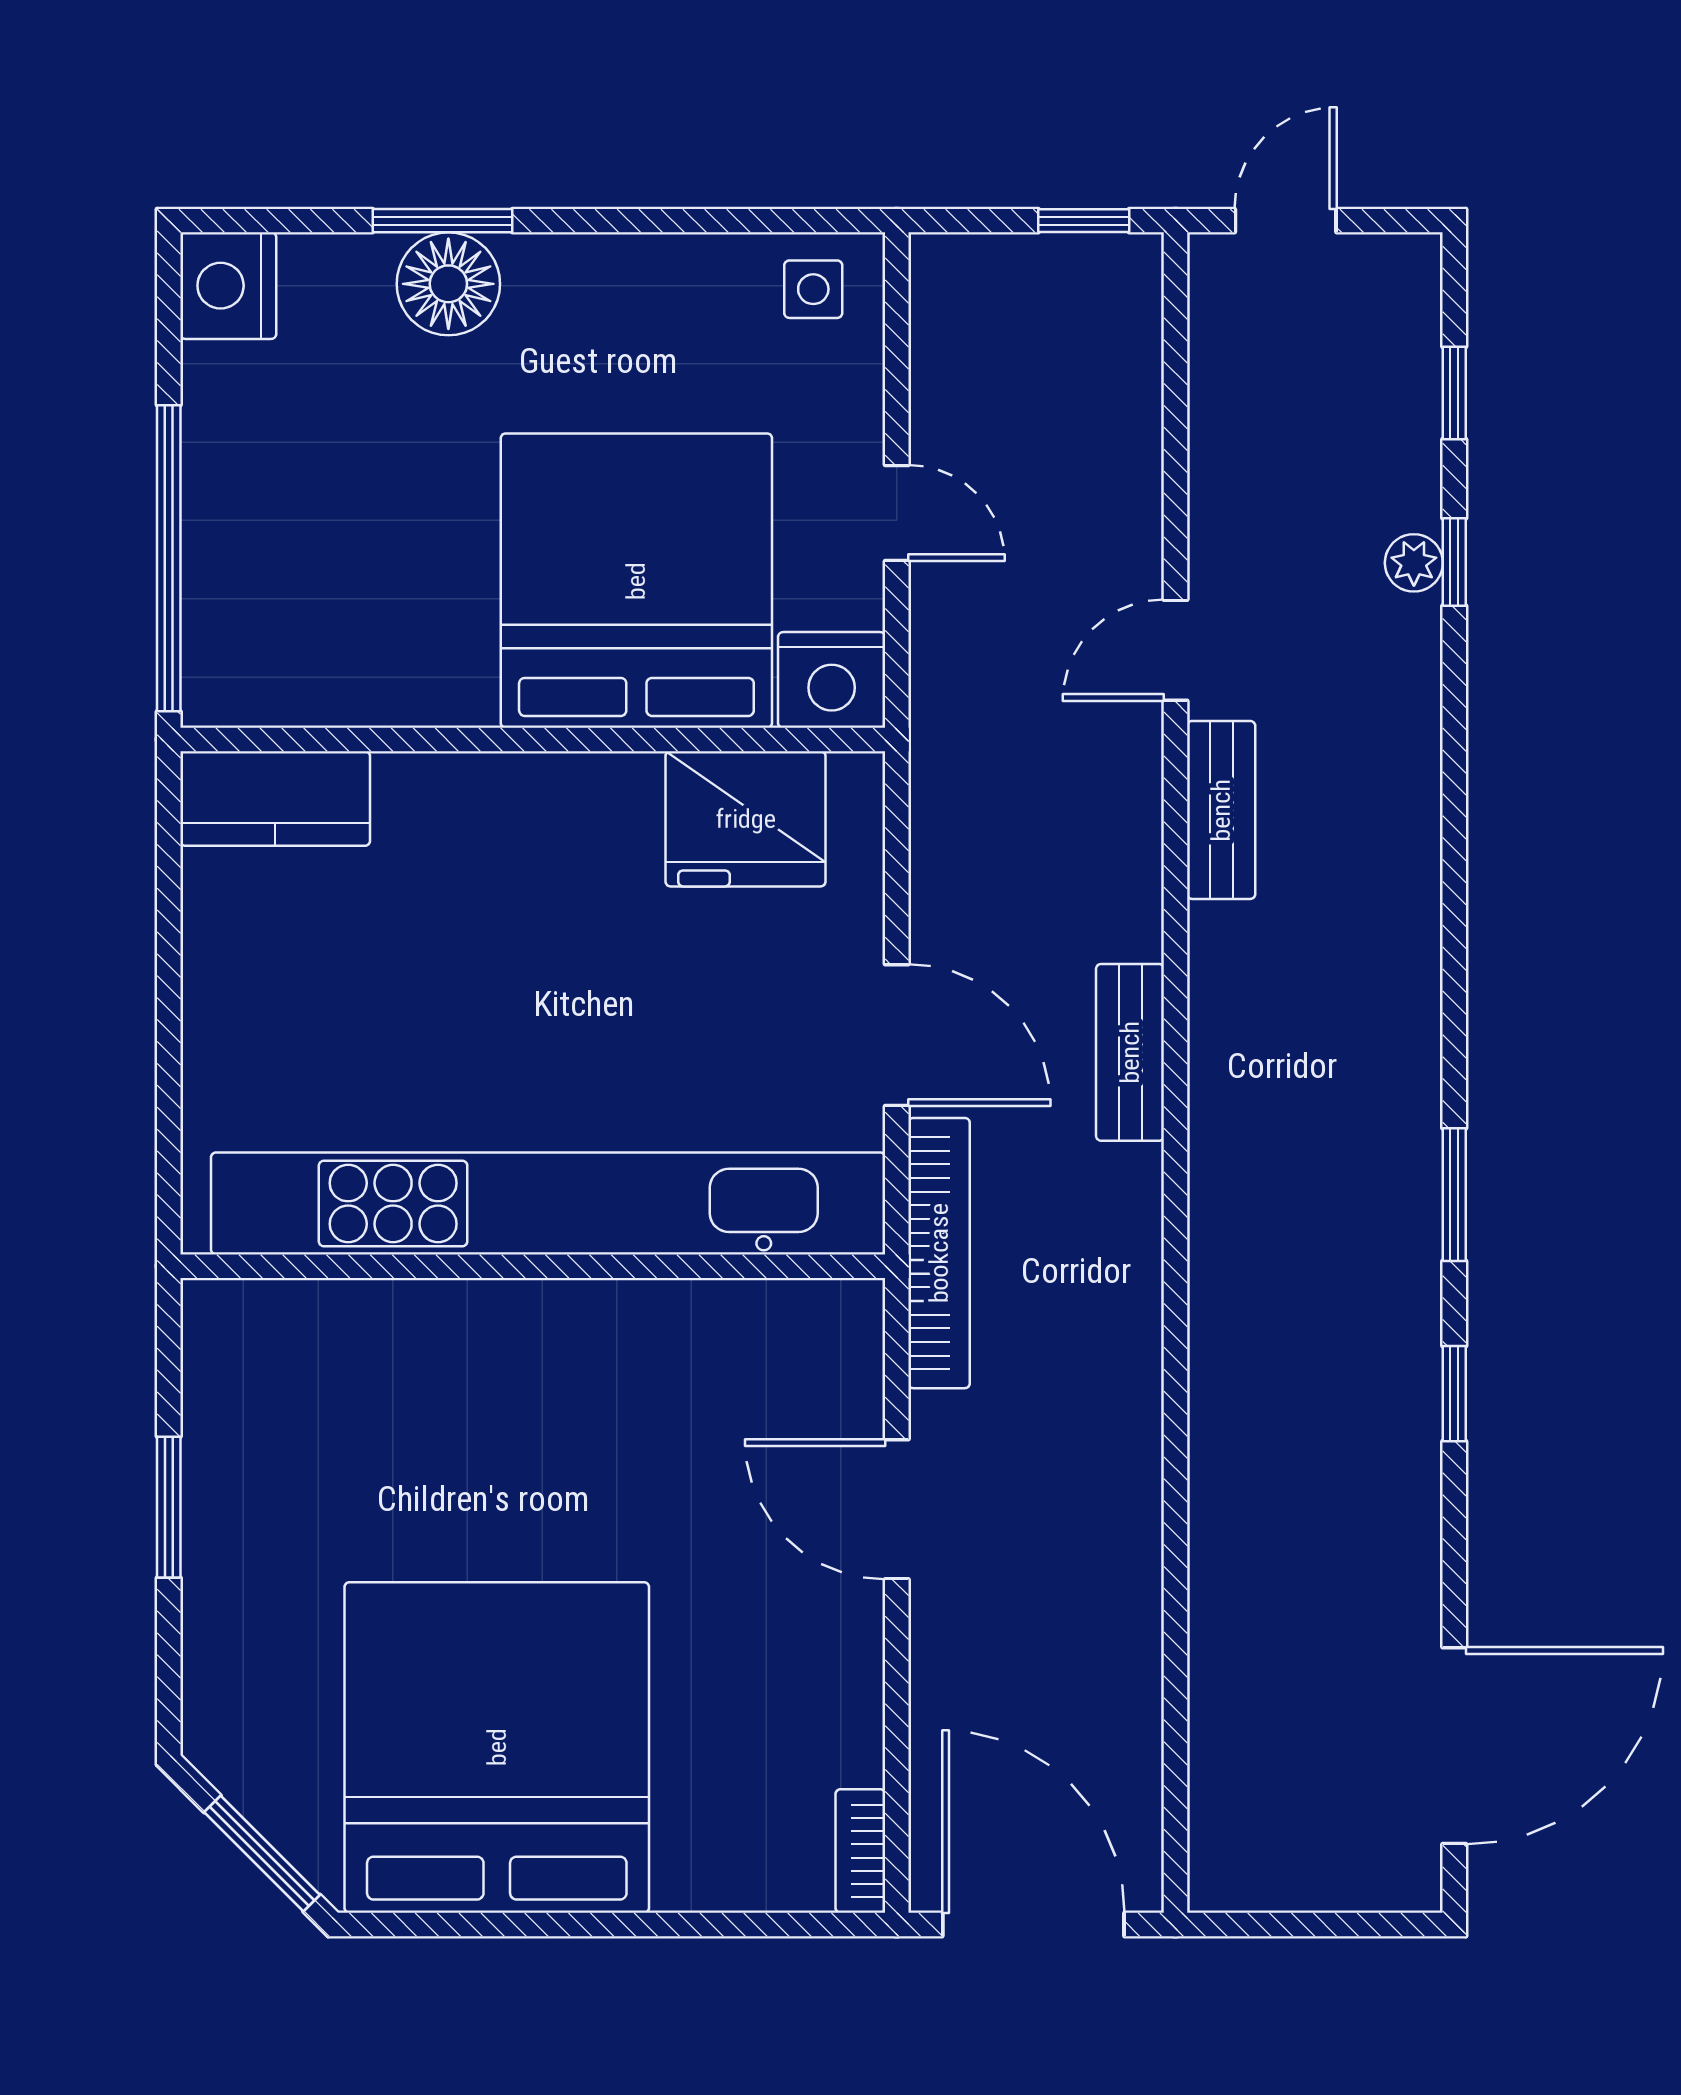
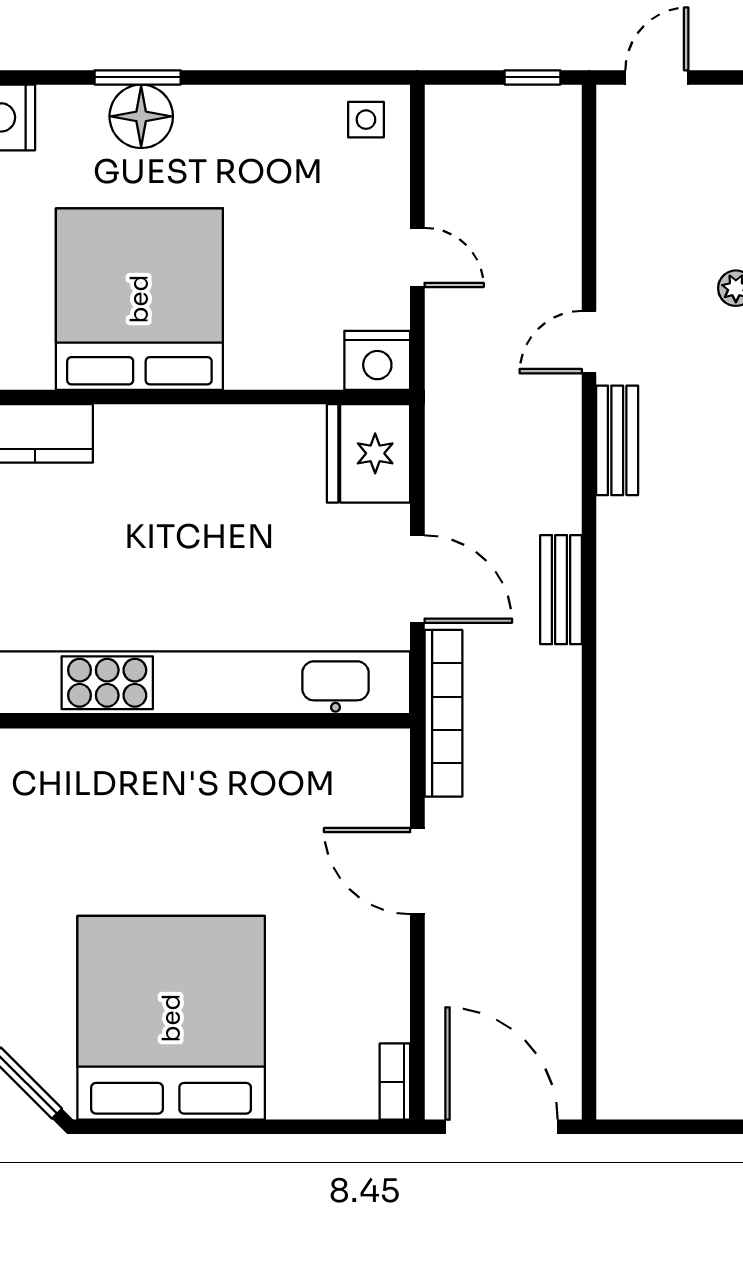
bed: (636, 581) -> (139, 299), moved
fridge: (746, 819) -> (369, 453), moved, turned 90

